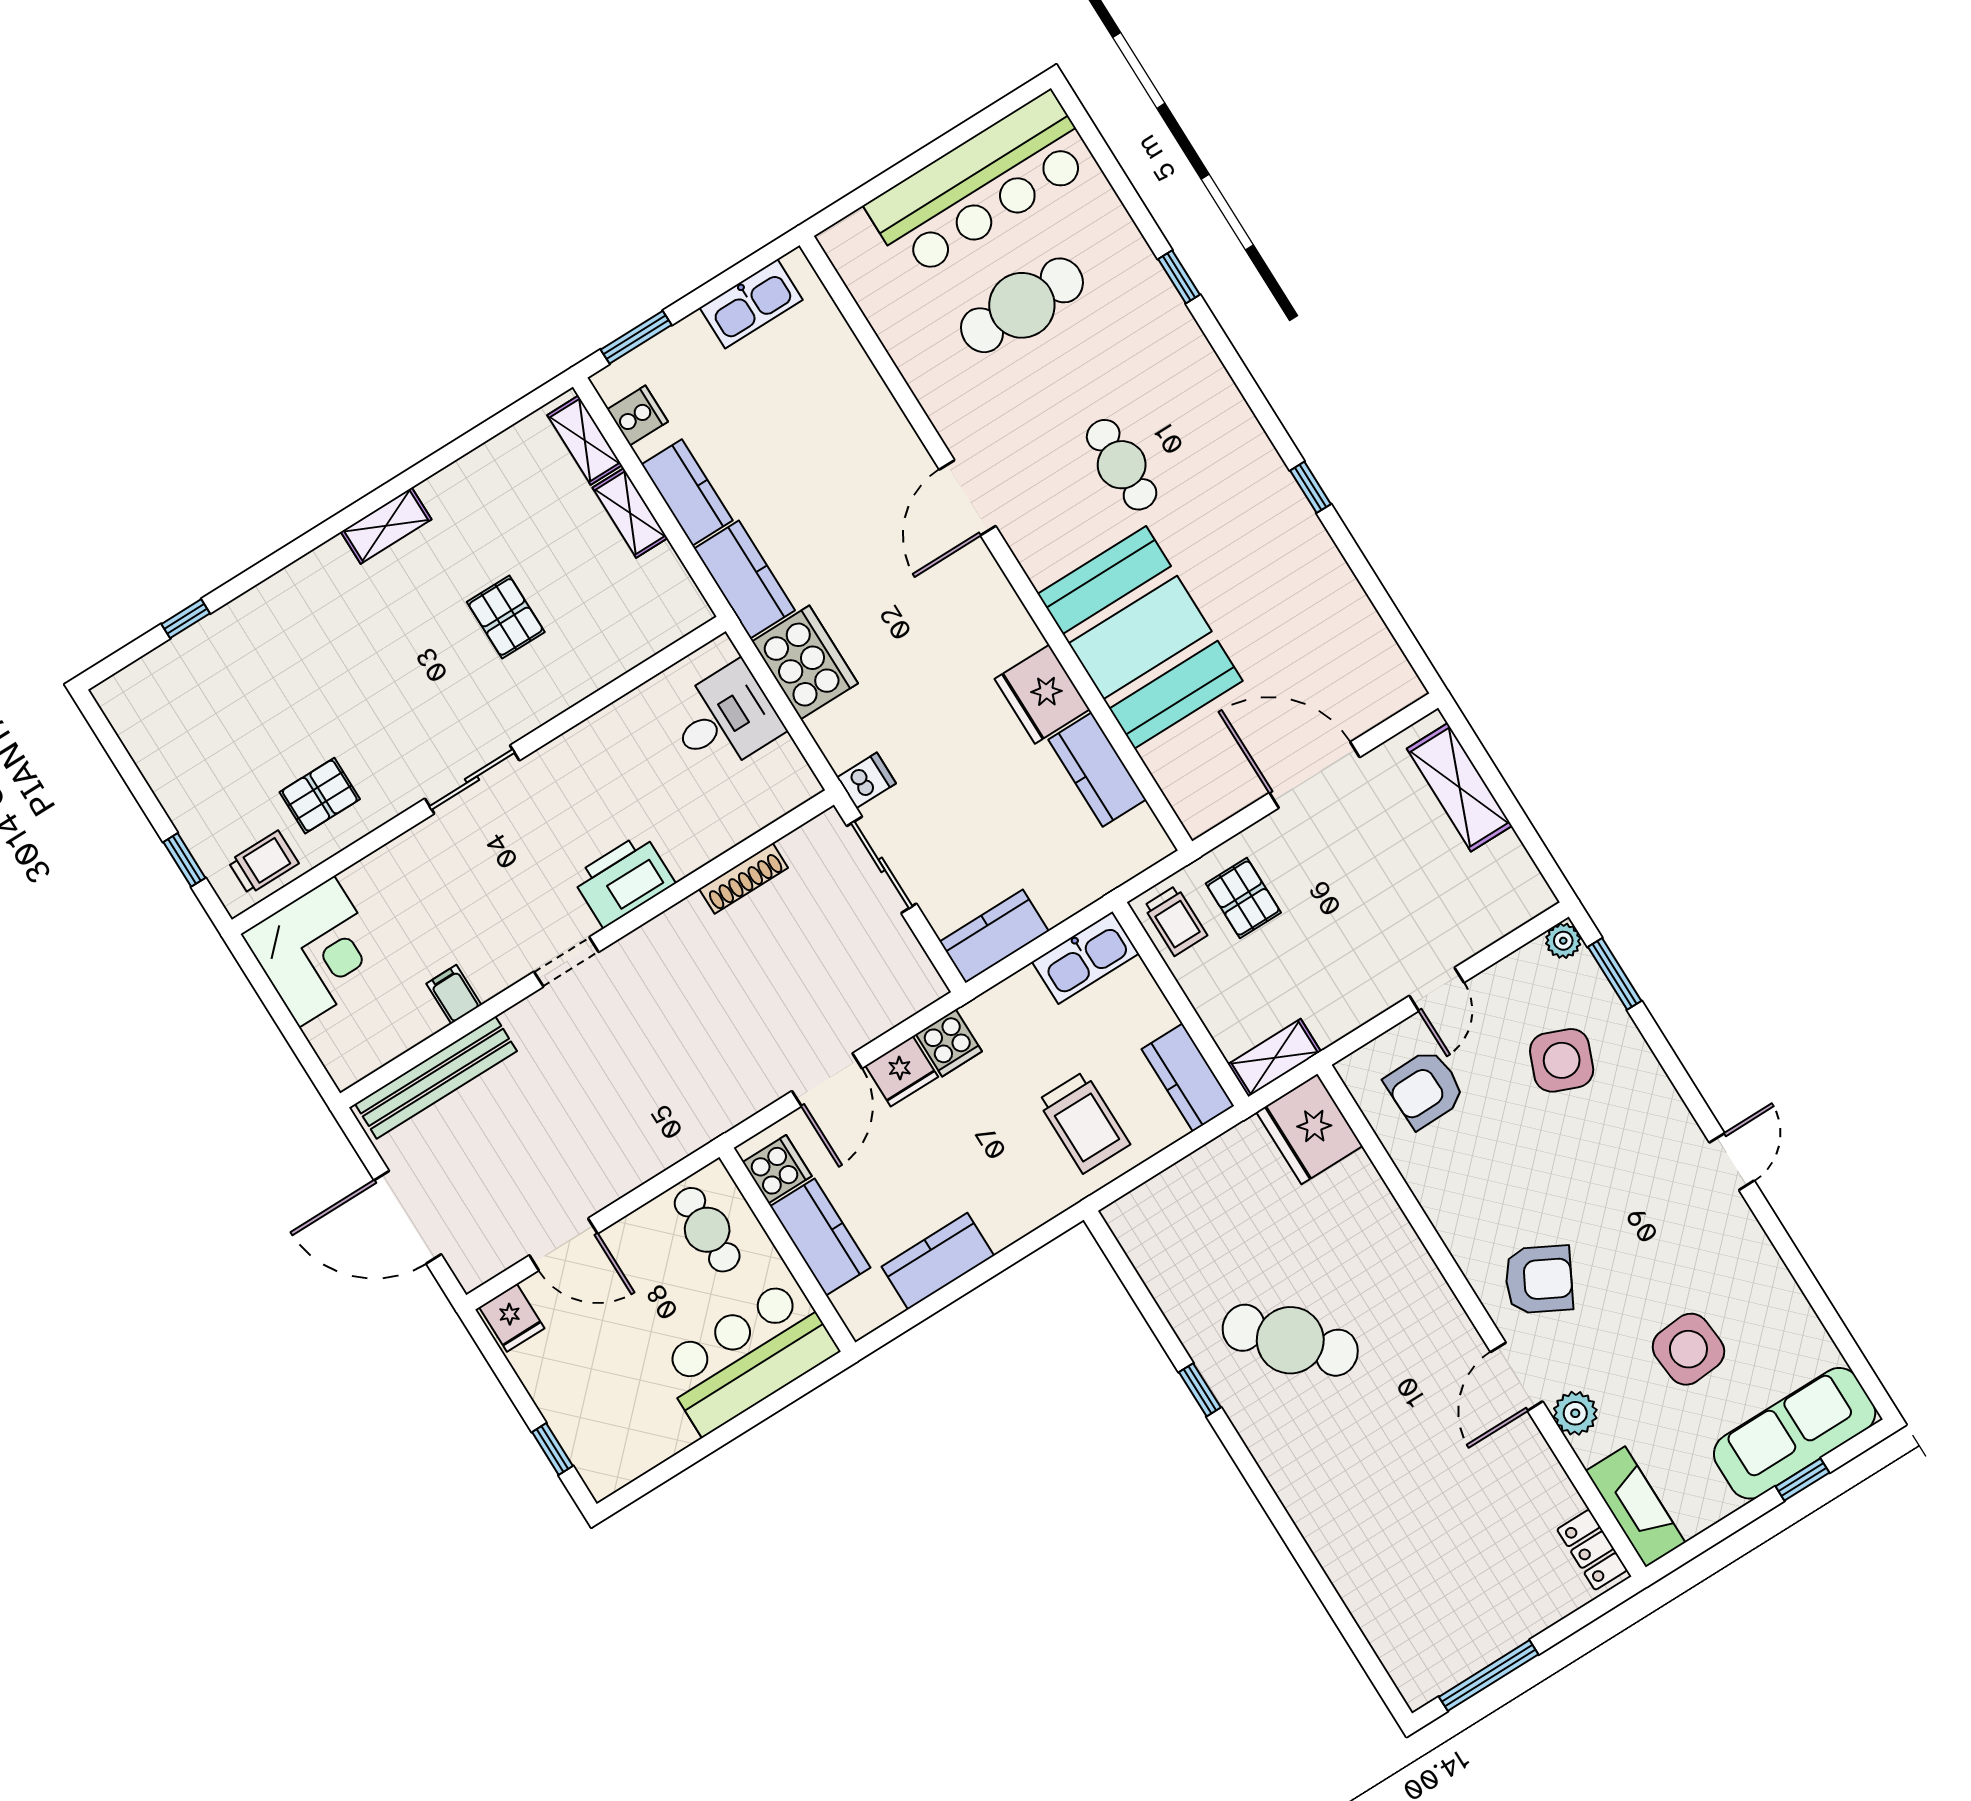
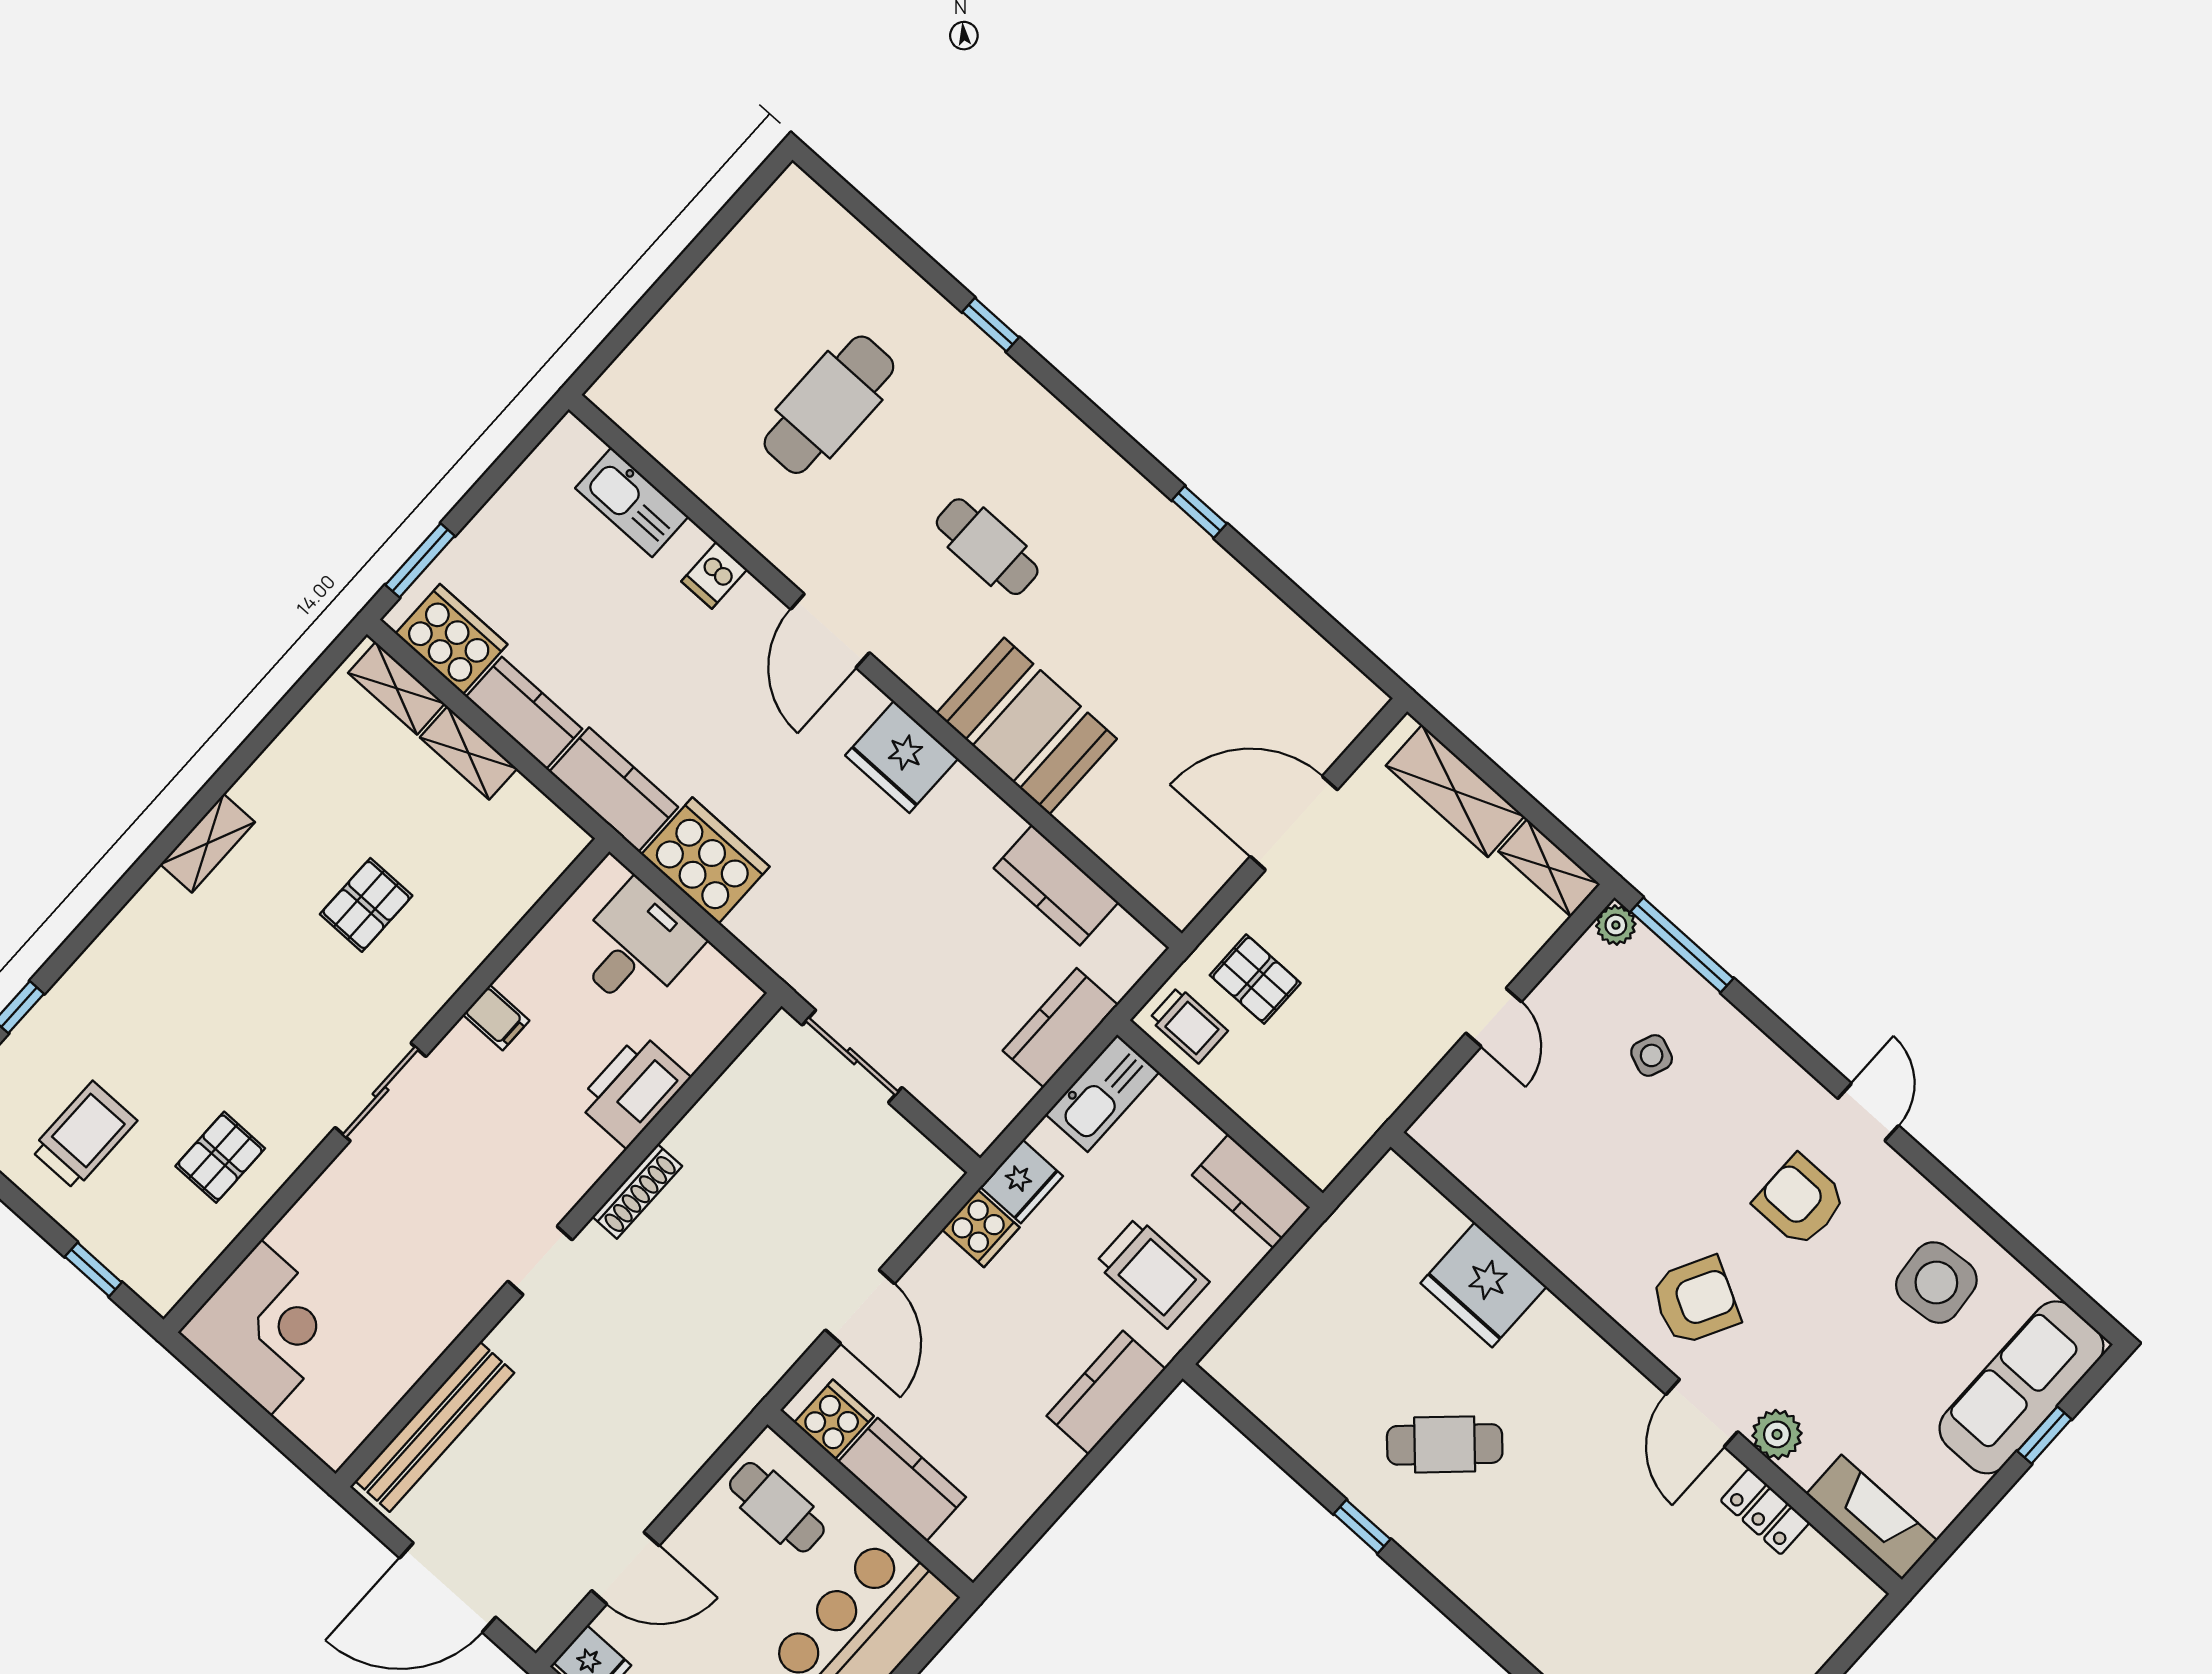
bar counter: (981, 185) -> (747, 287), removed
kitchen sink: (751, 304) -> (632, 502), moved, turned 90
cooker: (637, 416) -> (451, 639), width x1.87, depth x1.31
pallet: (506, 617) -> (366, 905), turned 90
booth: (1140, 637) -> (1027, 726), width x0.73, depth x0.70
fridge: (1042, 694) -> (902, 757), moved
dishwasher: (867, 780) -> (714, 575), moved, turned 180
trolley: (263, 863) -> (84, 1135), moved, width x1.36, depth x1.39
shoe rack: (744, 878) -> (637, 1191), moved
printer: (623, 880) -> (633, 1090), moved
kitchen counter: (994, 936) -> (1060, 1028), moved
window: (1615, 974) -> (1682, 945), width x1.44
filing cabinet: (454, 994) -> (496, 1018), moved, turned 180
shelving: (1275, 1058) -> (1549, 868), moved, turned 90
side table: (1562, 1060) -> (1652, 1055), width x0.54, depth x0.54
fridge: (902, 1071) -> (1022, 1182), moved
armchair: (1425, 1089) -> (1800, 1201), moved, turned 91
fridge: (1309, 1129) -> (1484, 1285), moved
kitchen counter: (938, 1261) -> (1106, 1392), moved
cafe table: (1290, 1340) -> (1445, 1444), width x0.73, depth x0.74
side table: (1688, 1349) -> (1936, 1283), moved
locker: (1592, 1550) -> (1765, 1512), moved

